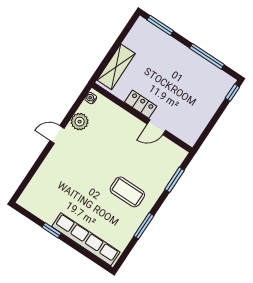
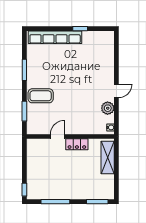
coffee table: (127, 192) -> (41, 96), moved

